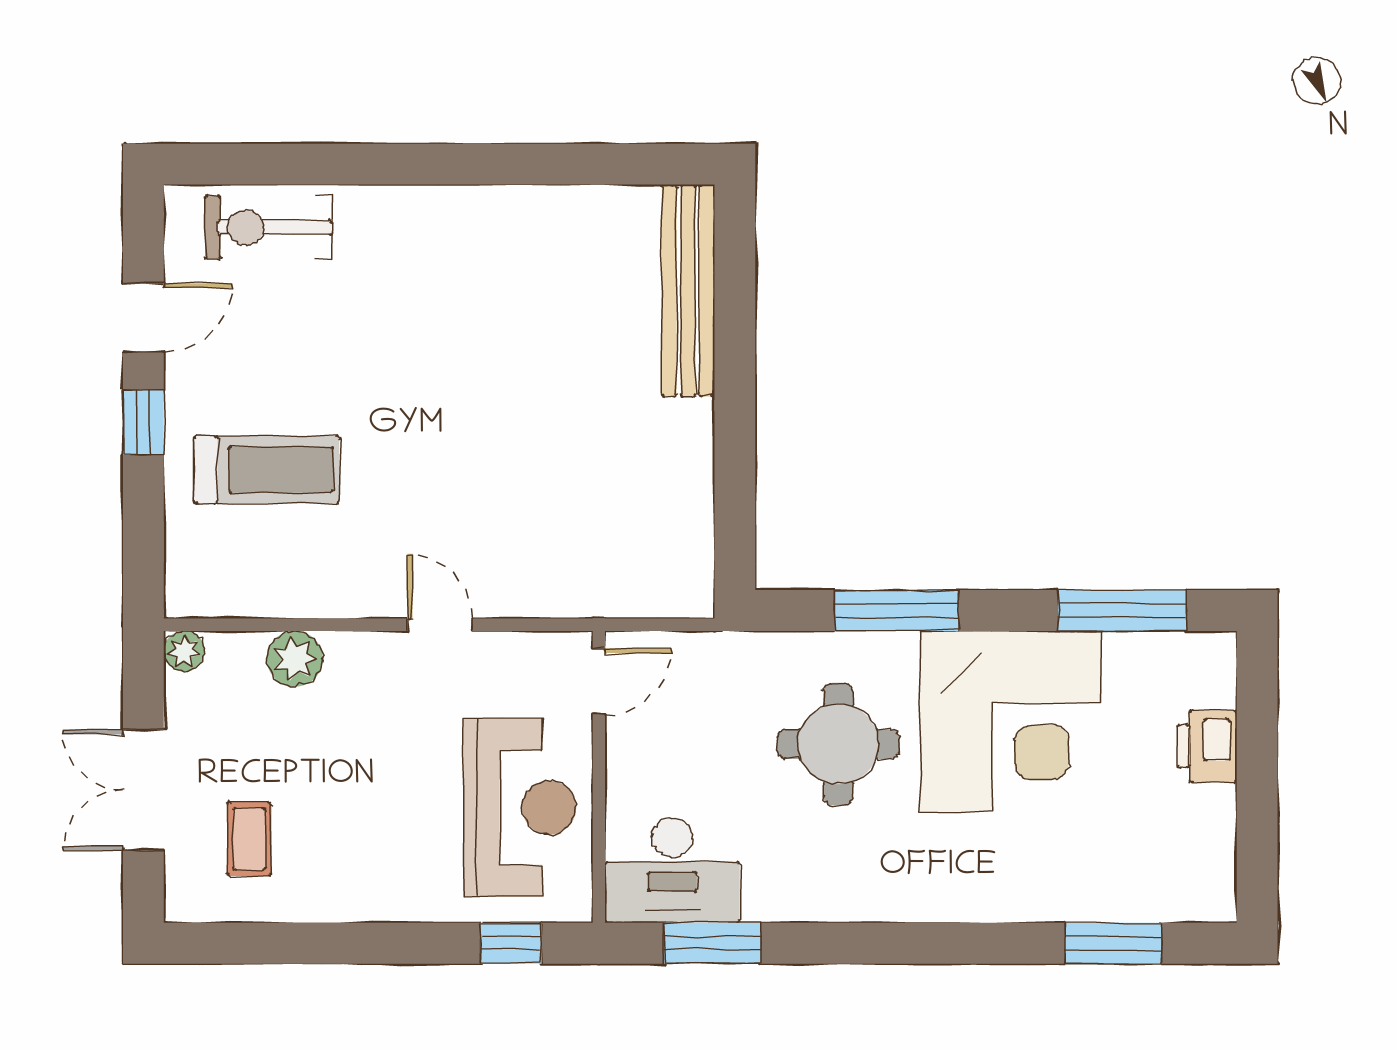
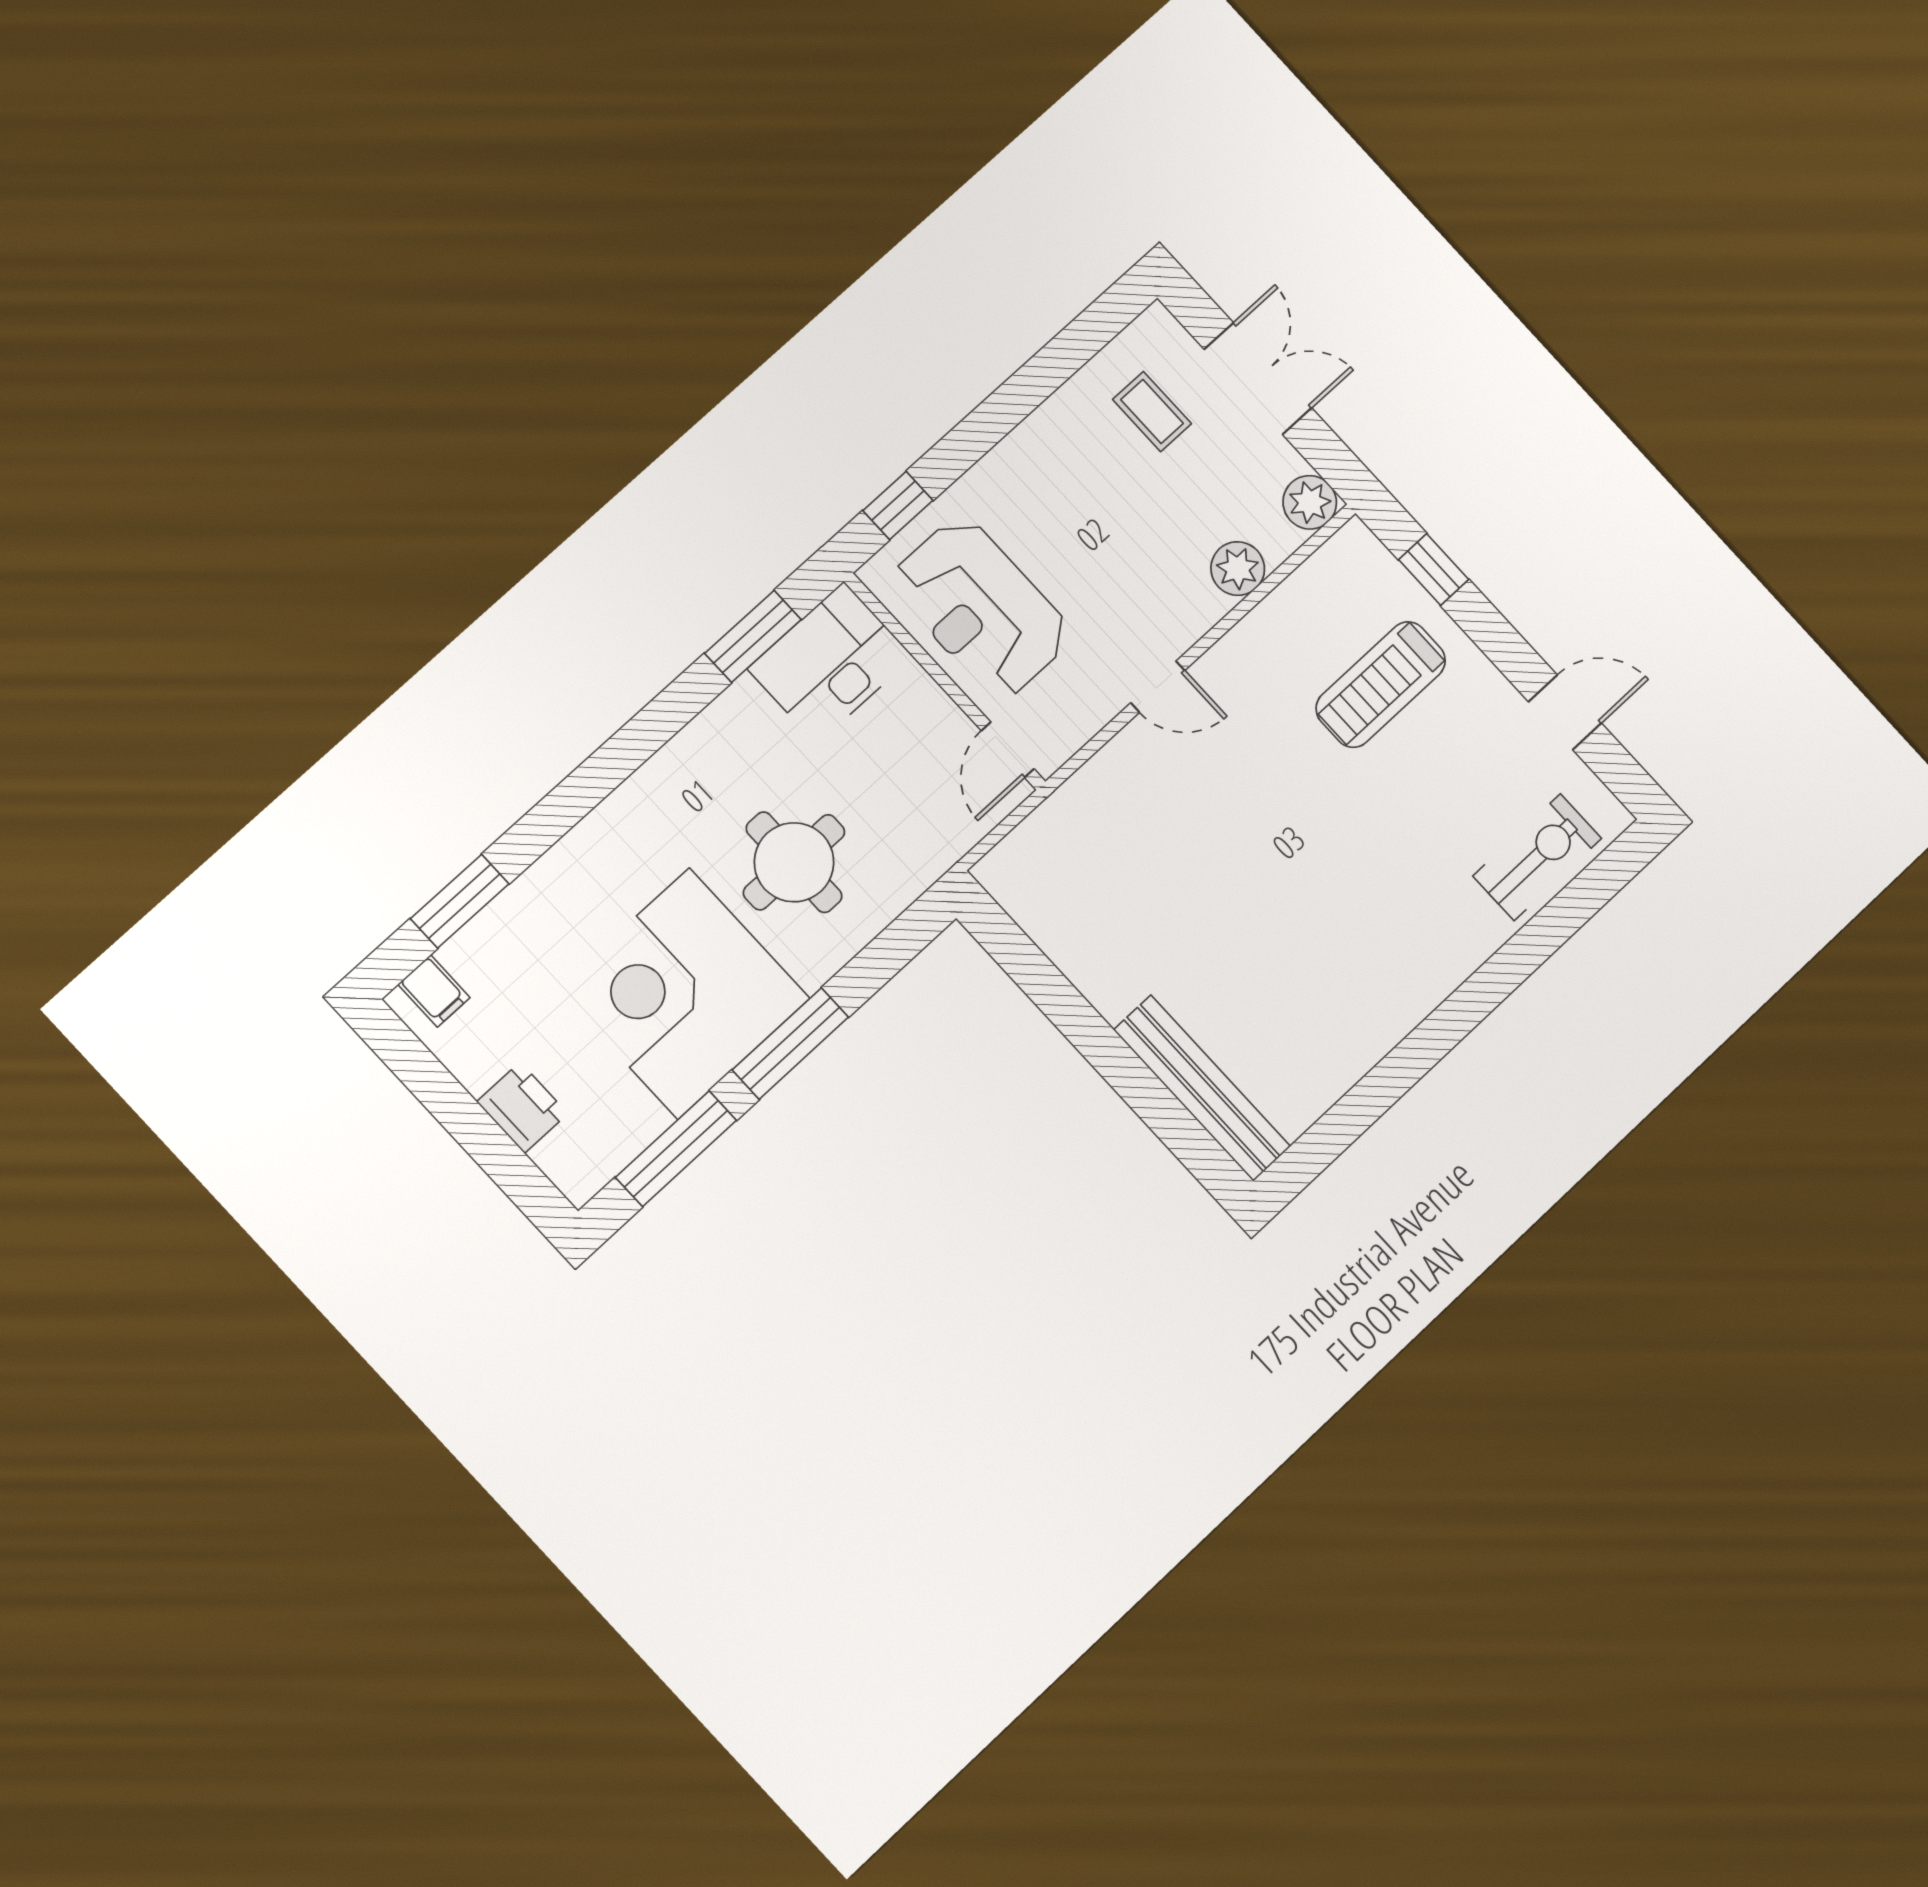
door: (143, 318) -> (1565, 712), swing flipped
window: (143, 423) -> (1434, 570), moved
window: (897, 611) -> (790, 1043), moved
plant: (184, 651) -> (1310, 502), width x1.38, depth x1.38
filing cabinet: (1193, 893) -> (434, 991), added

